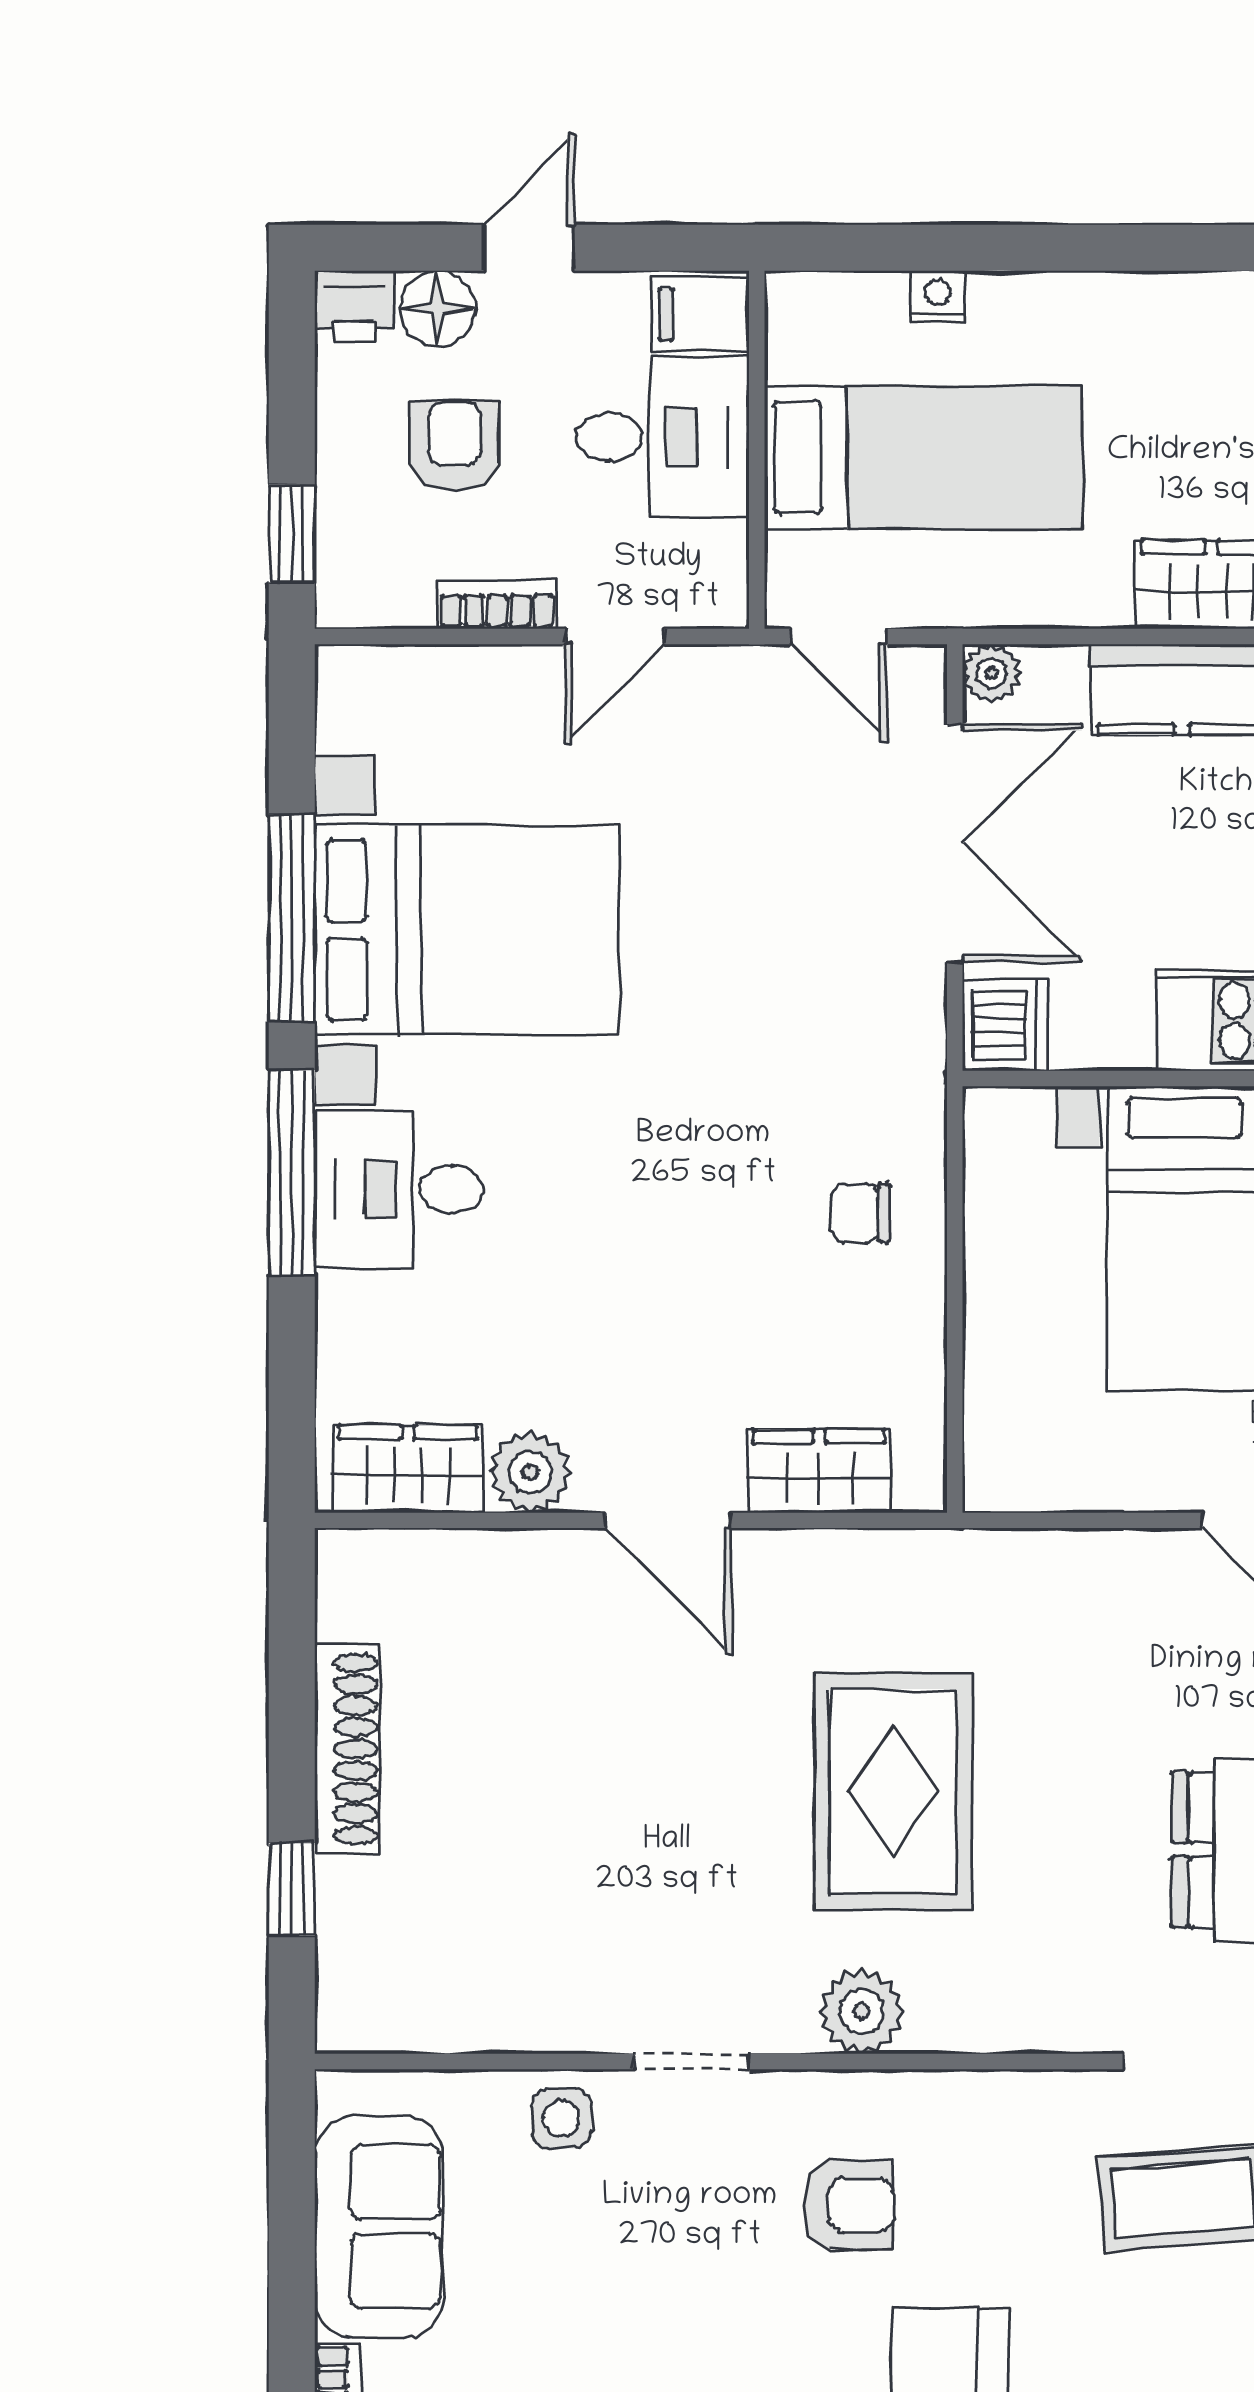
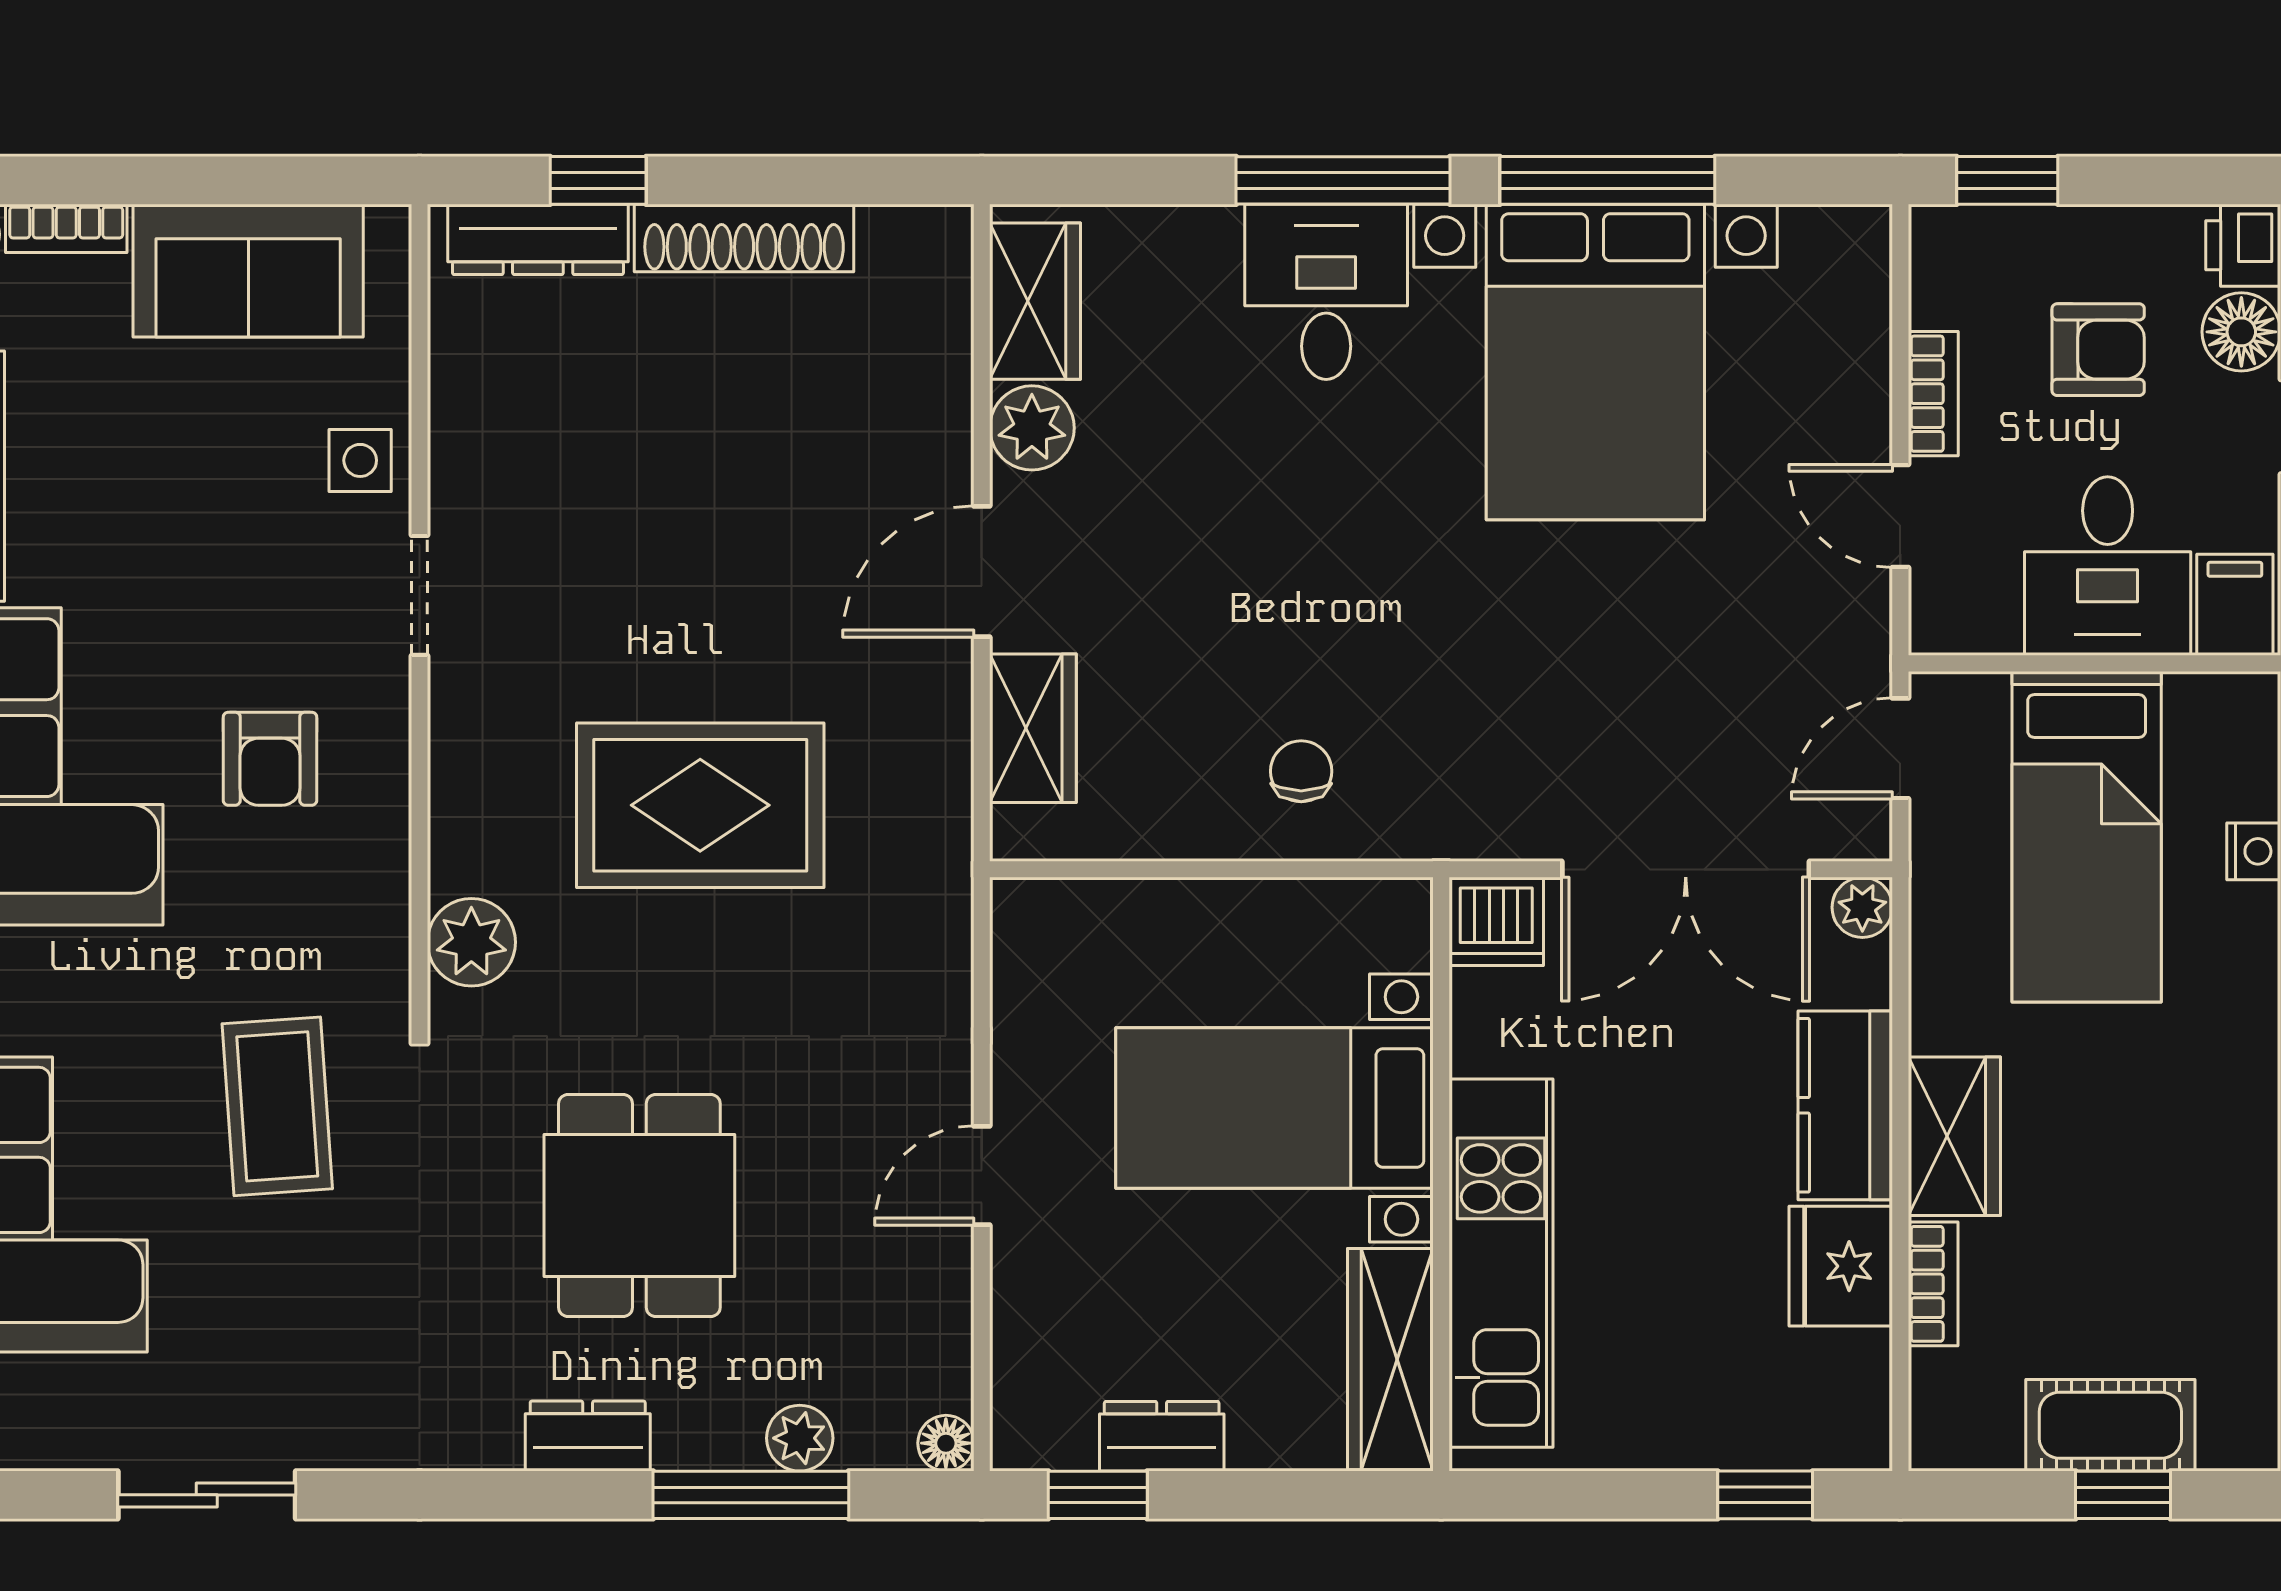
dresser: (349, 1947) -> (538, 239), added
plant: (861, 2012) -> (471, 942), moved

